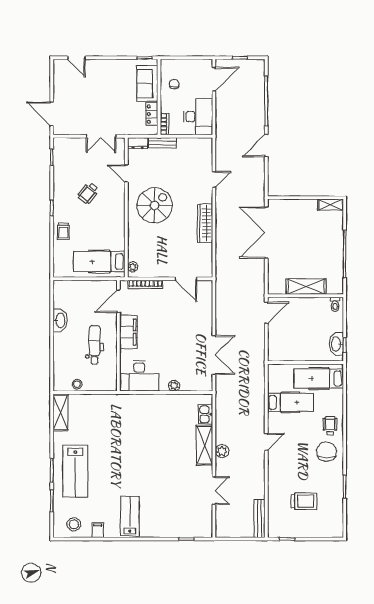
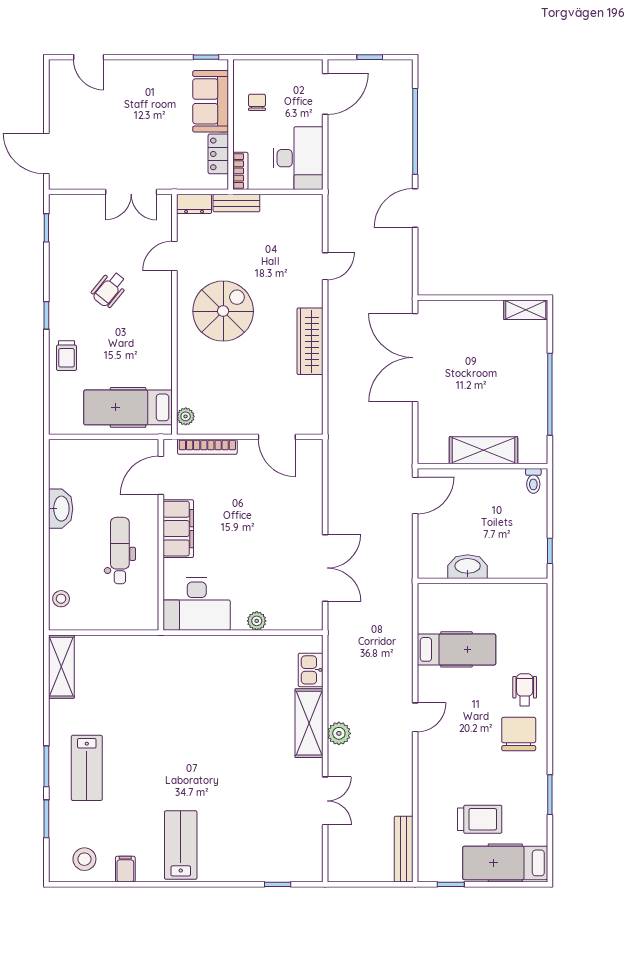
door: (126, 173) -> (174, 256), hinge flipped
washbasin: (336, 344) -> (468, 567), moved, turned 90
hospital bed: (319, 378) -> (505, 863), moved
stool: (77, 384) -> (61, 599), moved
lab bench: (75, 471) -> (87, 768), width x0.73, depth x0.72

